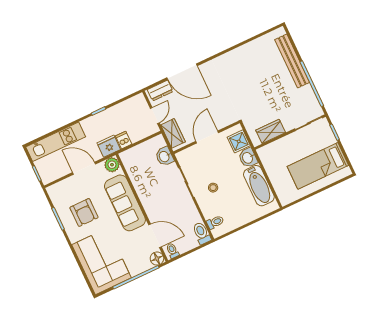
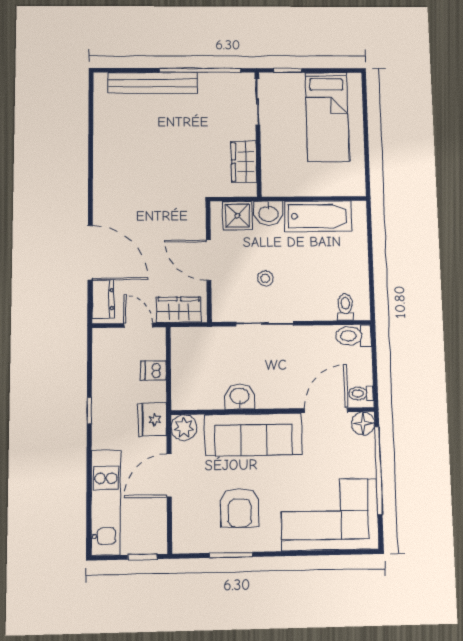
door: (182, 72) -> (90, 253), hinge flipped
dishwasher: (124, 140) -> (154, 370), moved
washbasin: (165, 156) -> (240, 397), moved, turned 180
stool: (213, 188) -> (265, 278), moved
armchair: (84, 212) -> (240, 508), turned 90

